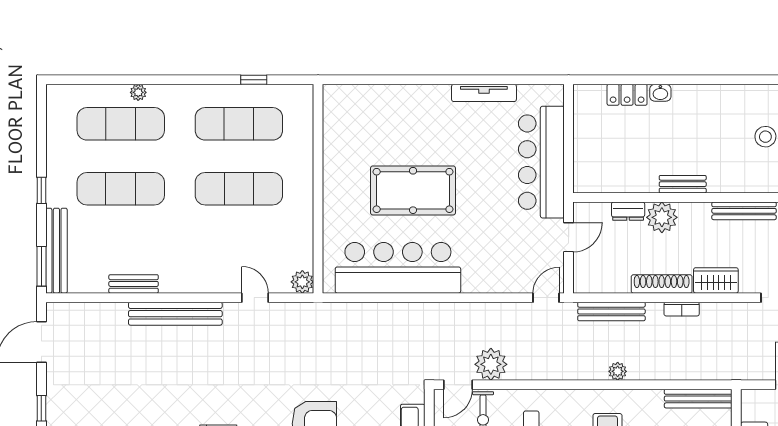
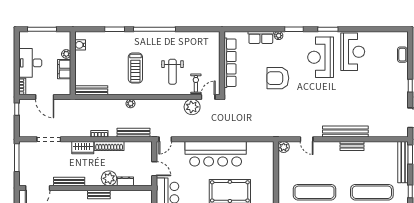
door: (569, 237) -> (154, 169), swing flipped
bar counter: (398, 268) -> (216, 154), moved
bench: (134, 284) -> (352, 146), moved

